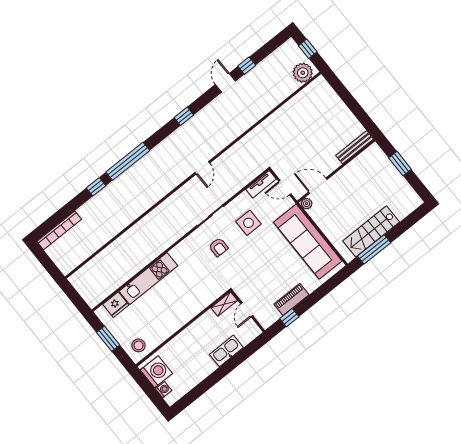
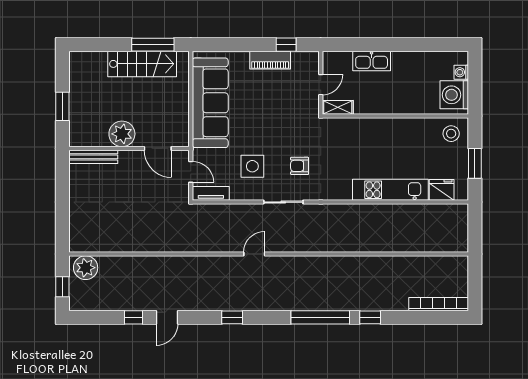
plant: (307, 204) -> (122, 134), moved, width x1.88, depth x1.88
armchair: (219, 247) -> (300, 166), turned -90

